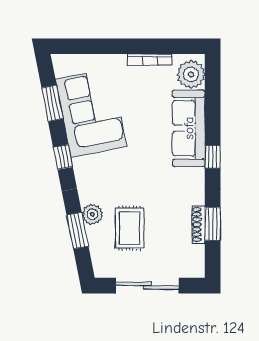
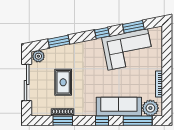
window: (213, 96) -> (138, 121), added
plant: (92, 214) -> (38, 56), moved
rug: (130, 228) -> (63, 82), moved, turned 90

